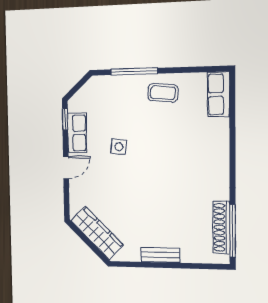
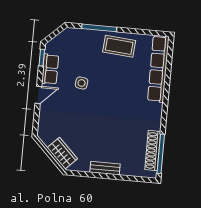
coffee table: (163, 93) -> (119, 46), width x1.36, depth x1.30
row of seats: (218, 94) -> (158, 69), width x2.02
wardrobe: (97, 233) -> (62, 153), width x0.67

